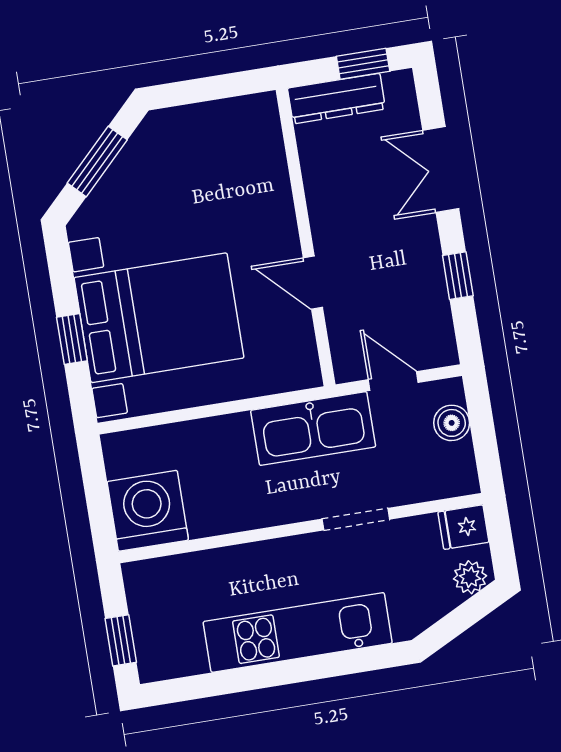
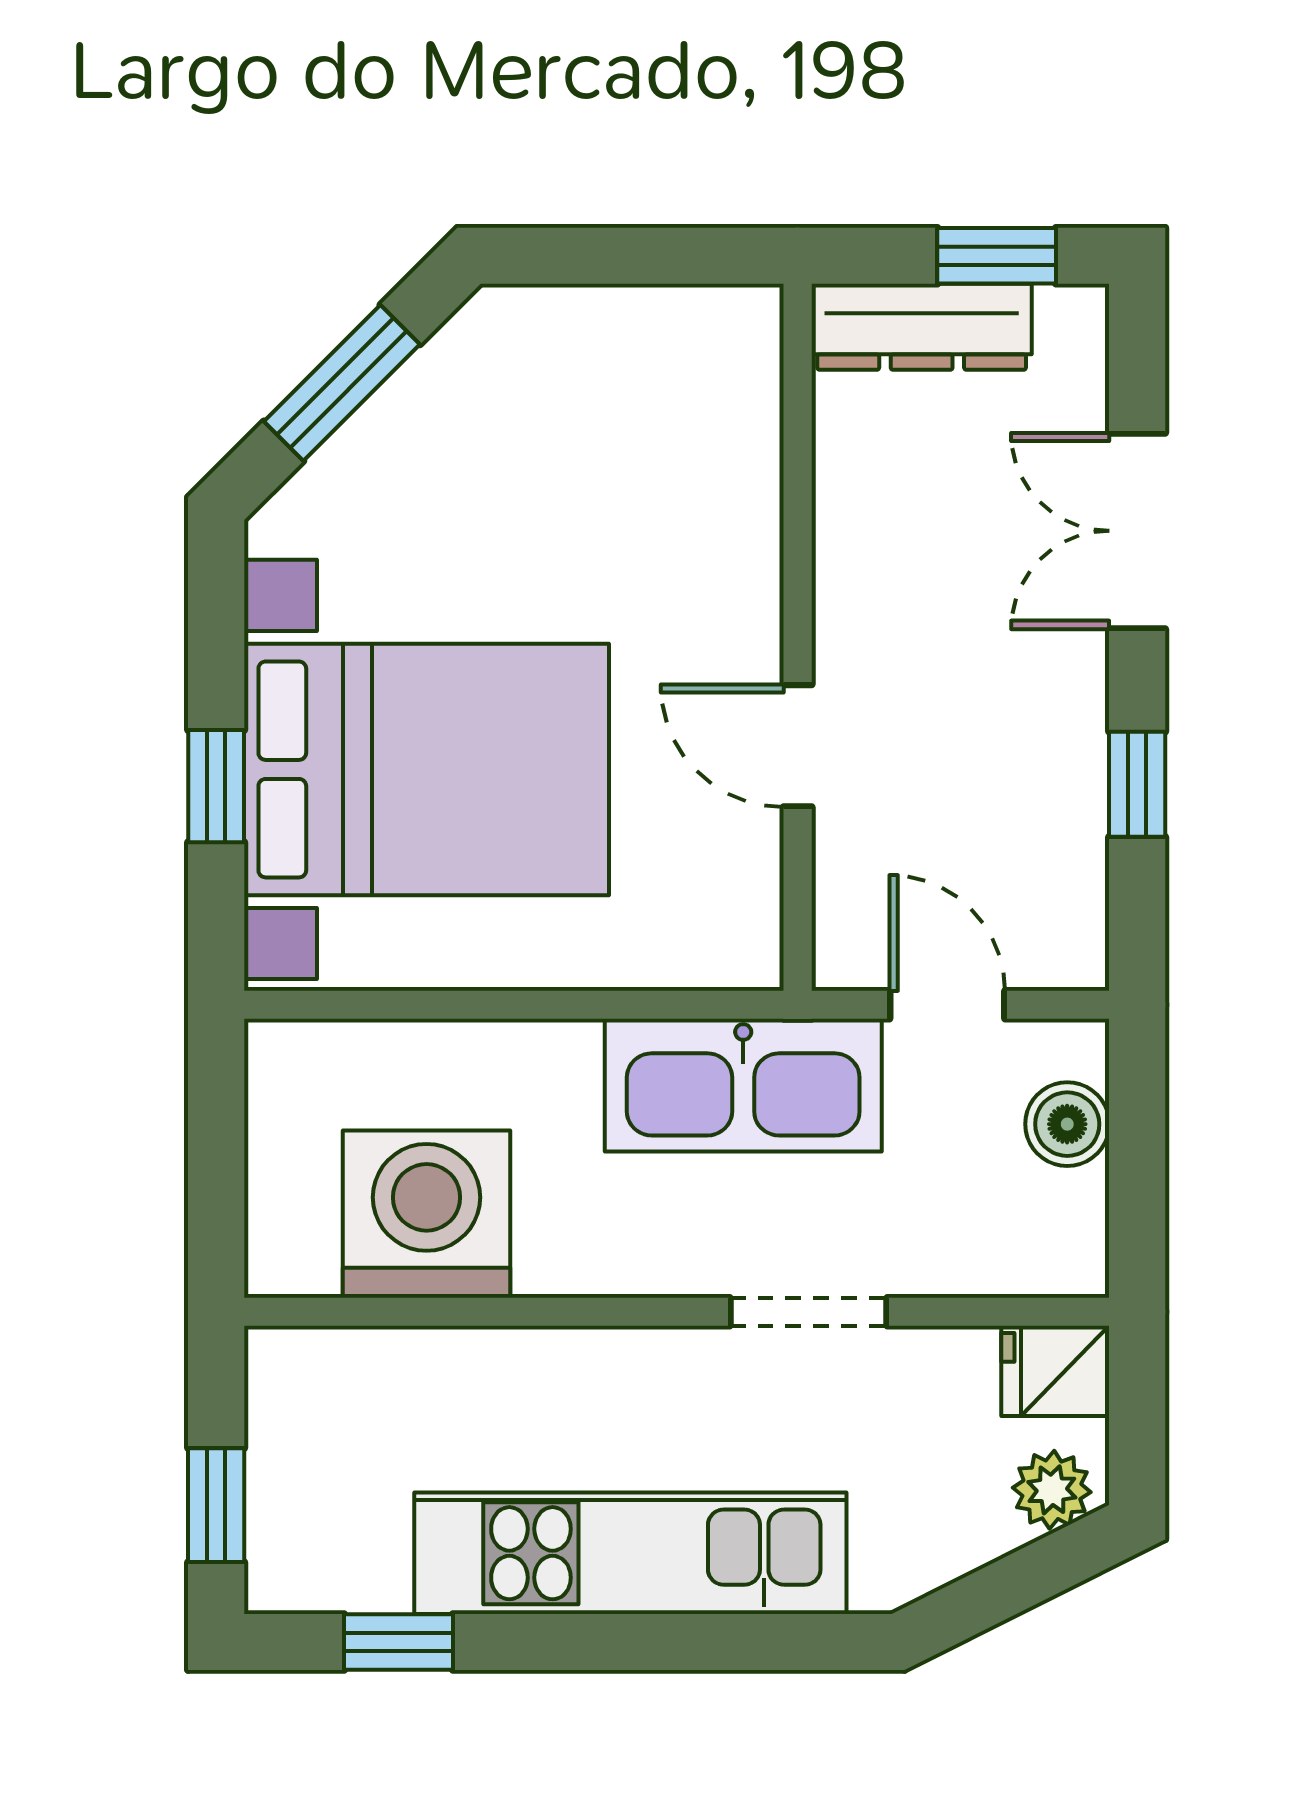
washing machine: (148, 511) -> (427, 1214), moved
window: (206, 685) -> (398, 1642), added

